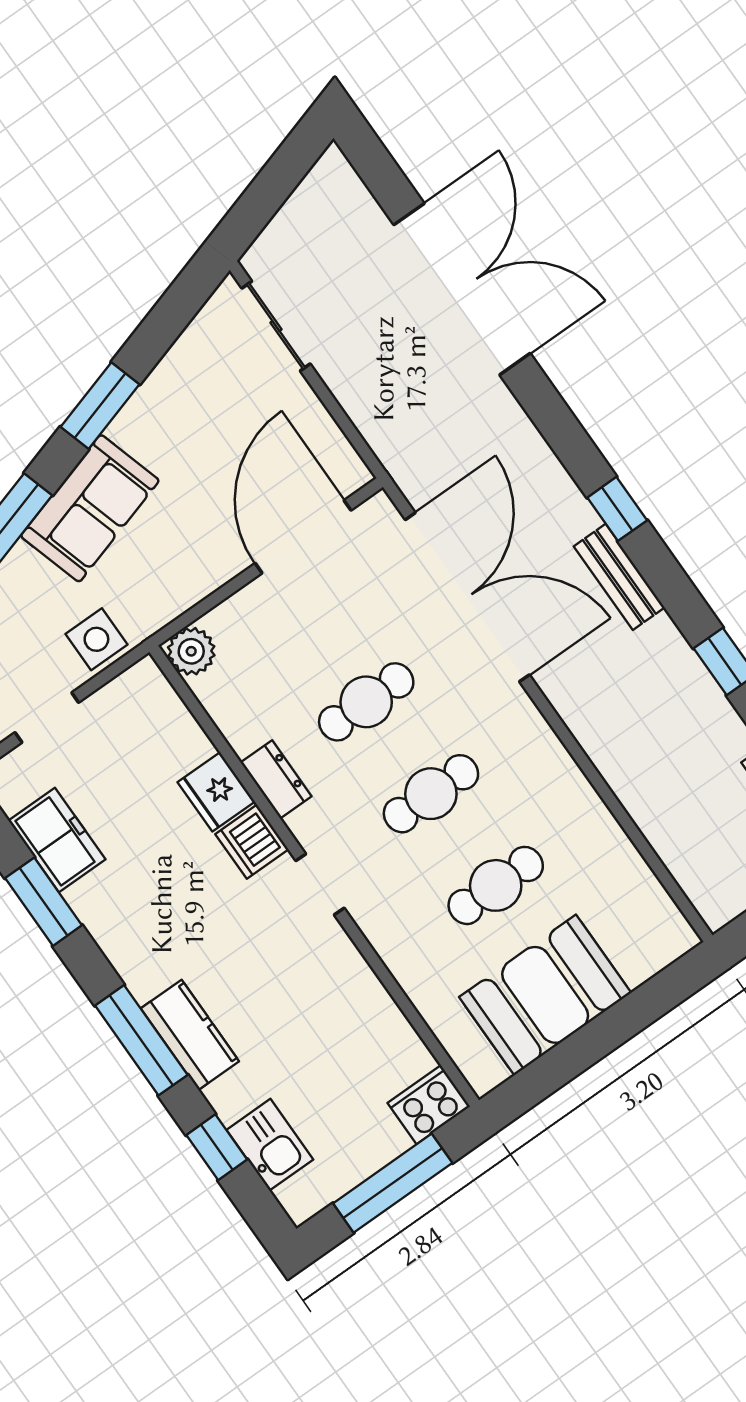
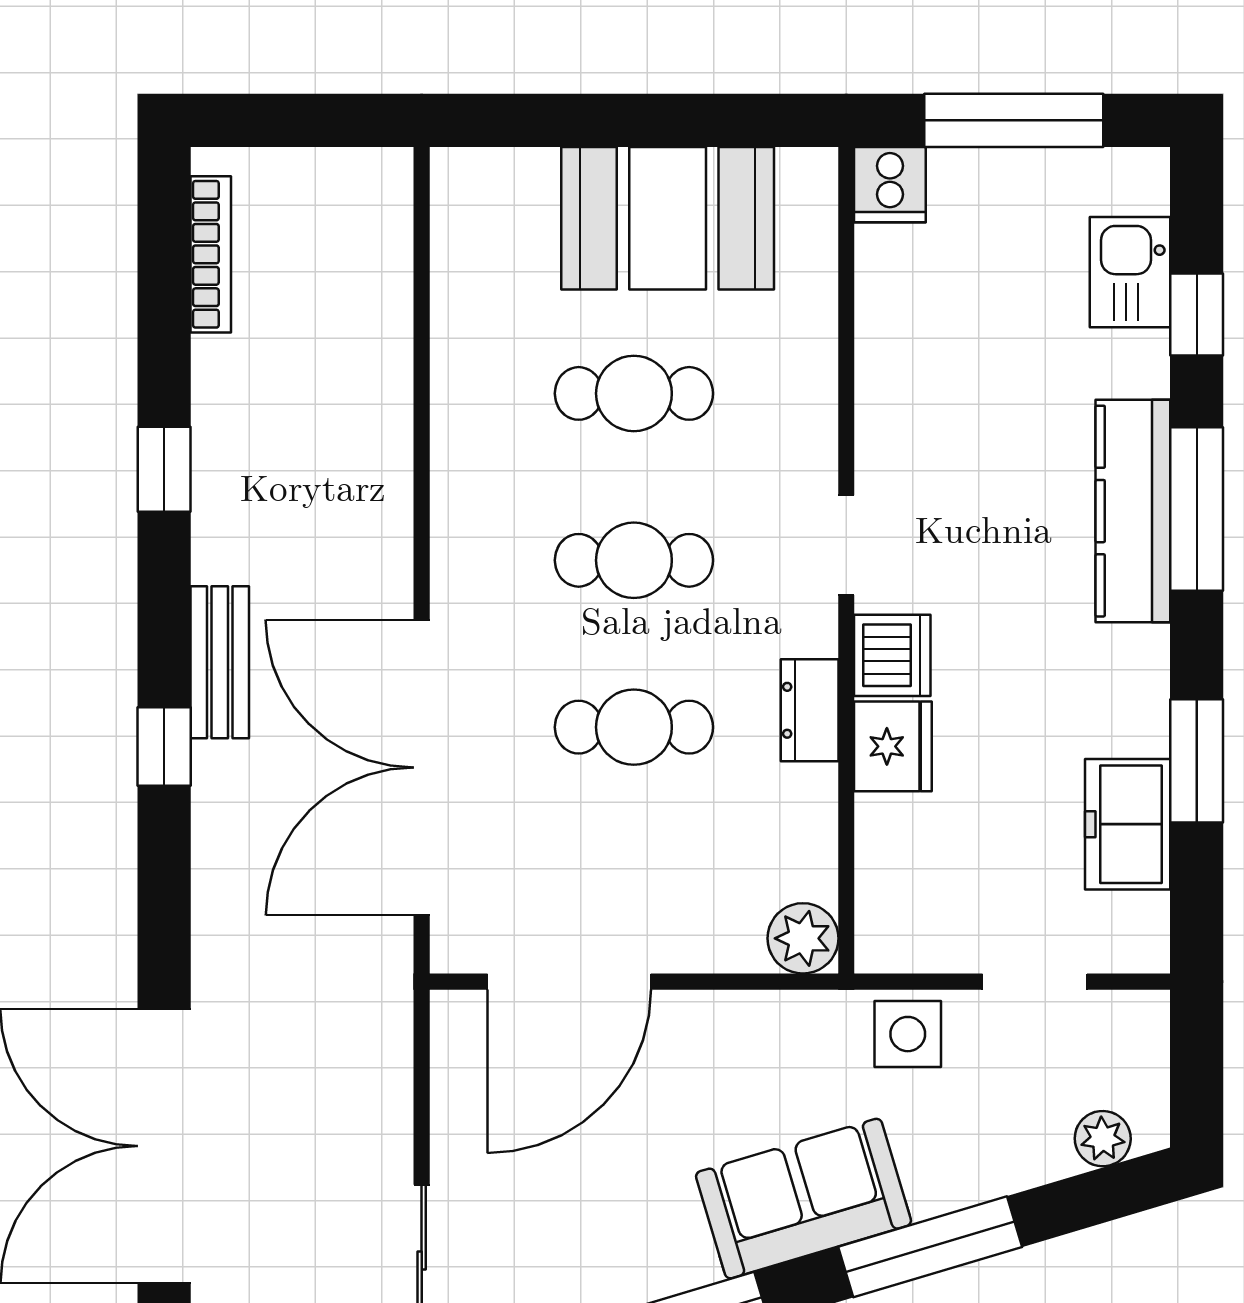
kitchen counter: (190, 1035) -> (1133, 511), width x1.50
cooker: (429, 1105) -> (890, 185), width x0.73

